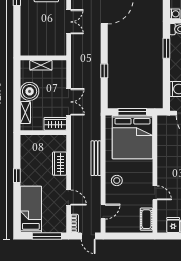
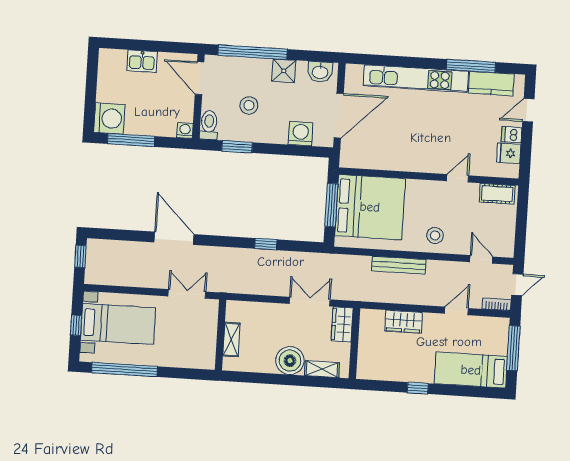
wall: (43, 58) -> (221, 335), moved
shelving: (41, 65) -> (231, 339), moved

